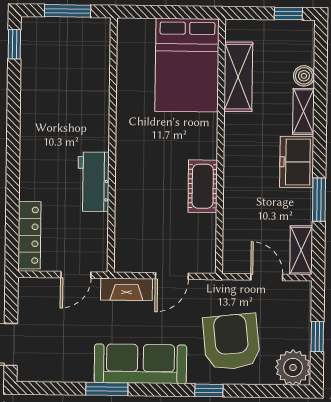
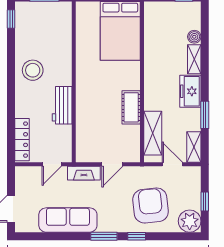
shelving: (238, 77) -> (153, 133), moved
stool: (48, 126) -> (33, 70), added
sofa: (140, 364) -> (68, 220), moved
window: (107, 389) -> (104, 236), moved

